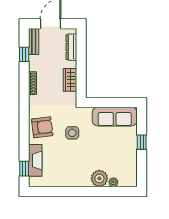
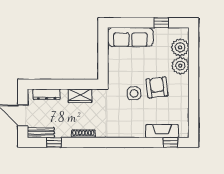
sofa: (115, 117) -> (130, 37), moved, turned 90
armchair: (42, 127) -> (157, 87), moved
window: (142, 142) -> (161, 23), moved
plant: (113, 182) -> (180, 47), width x1.87, depth x1.87

